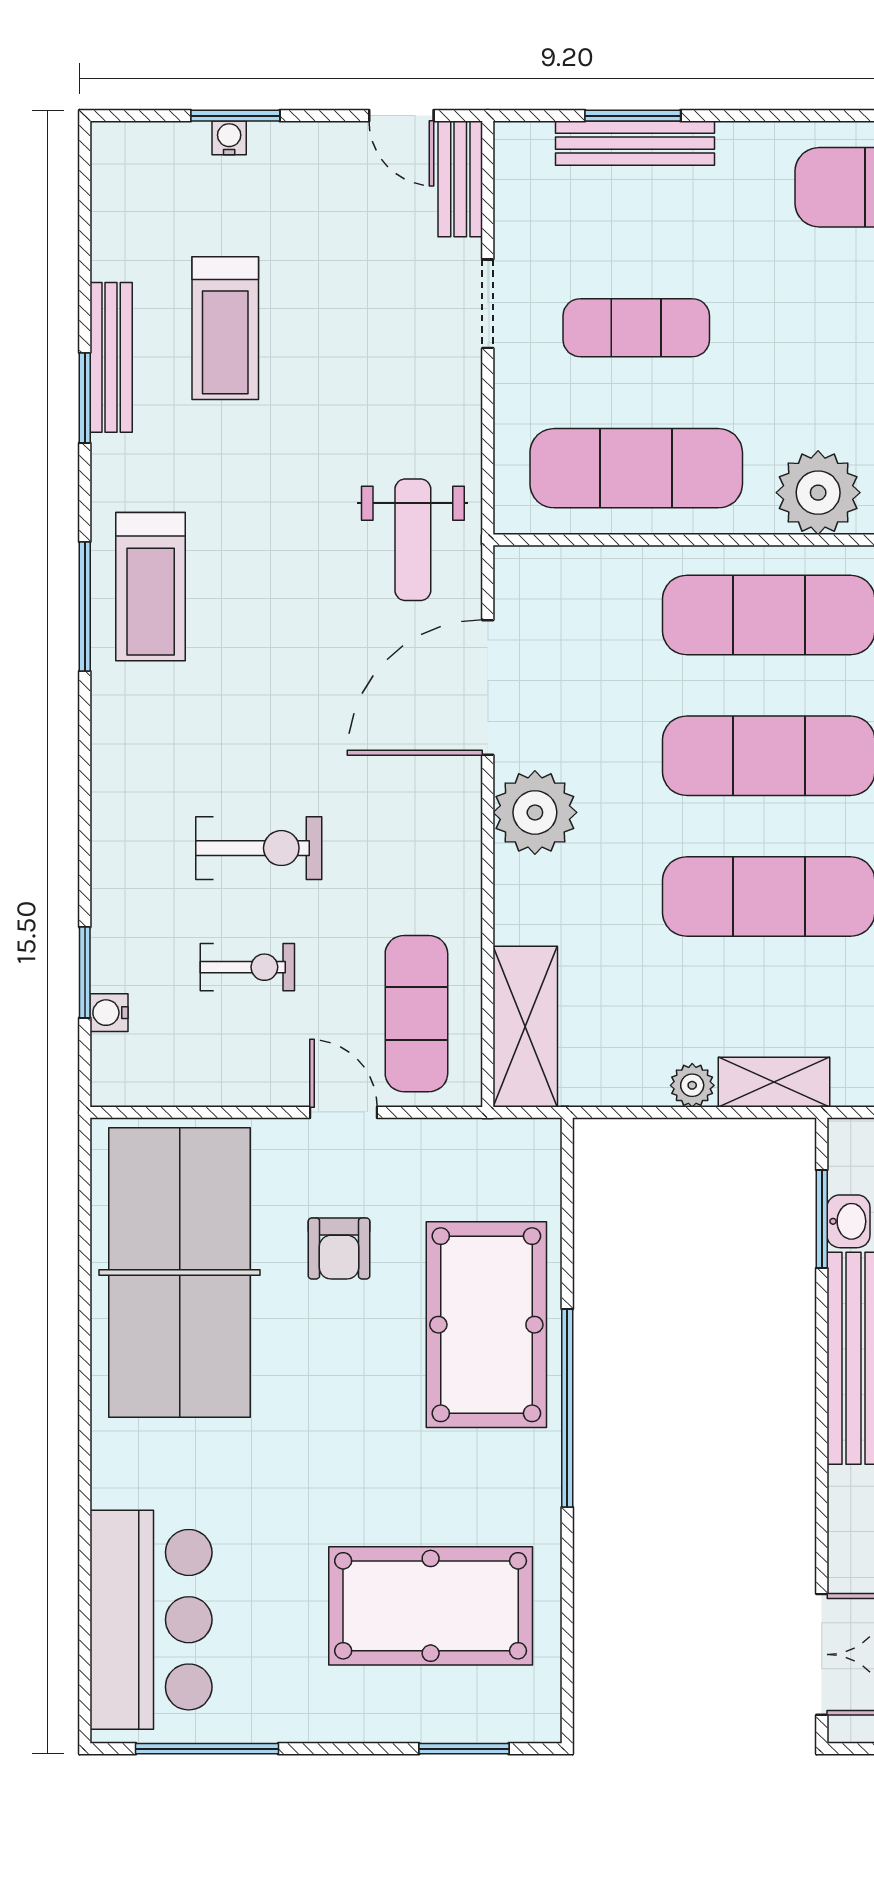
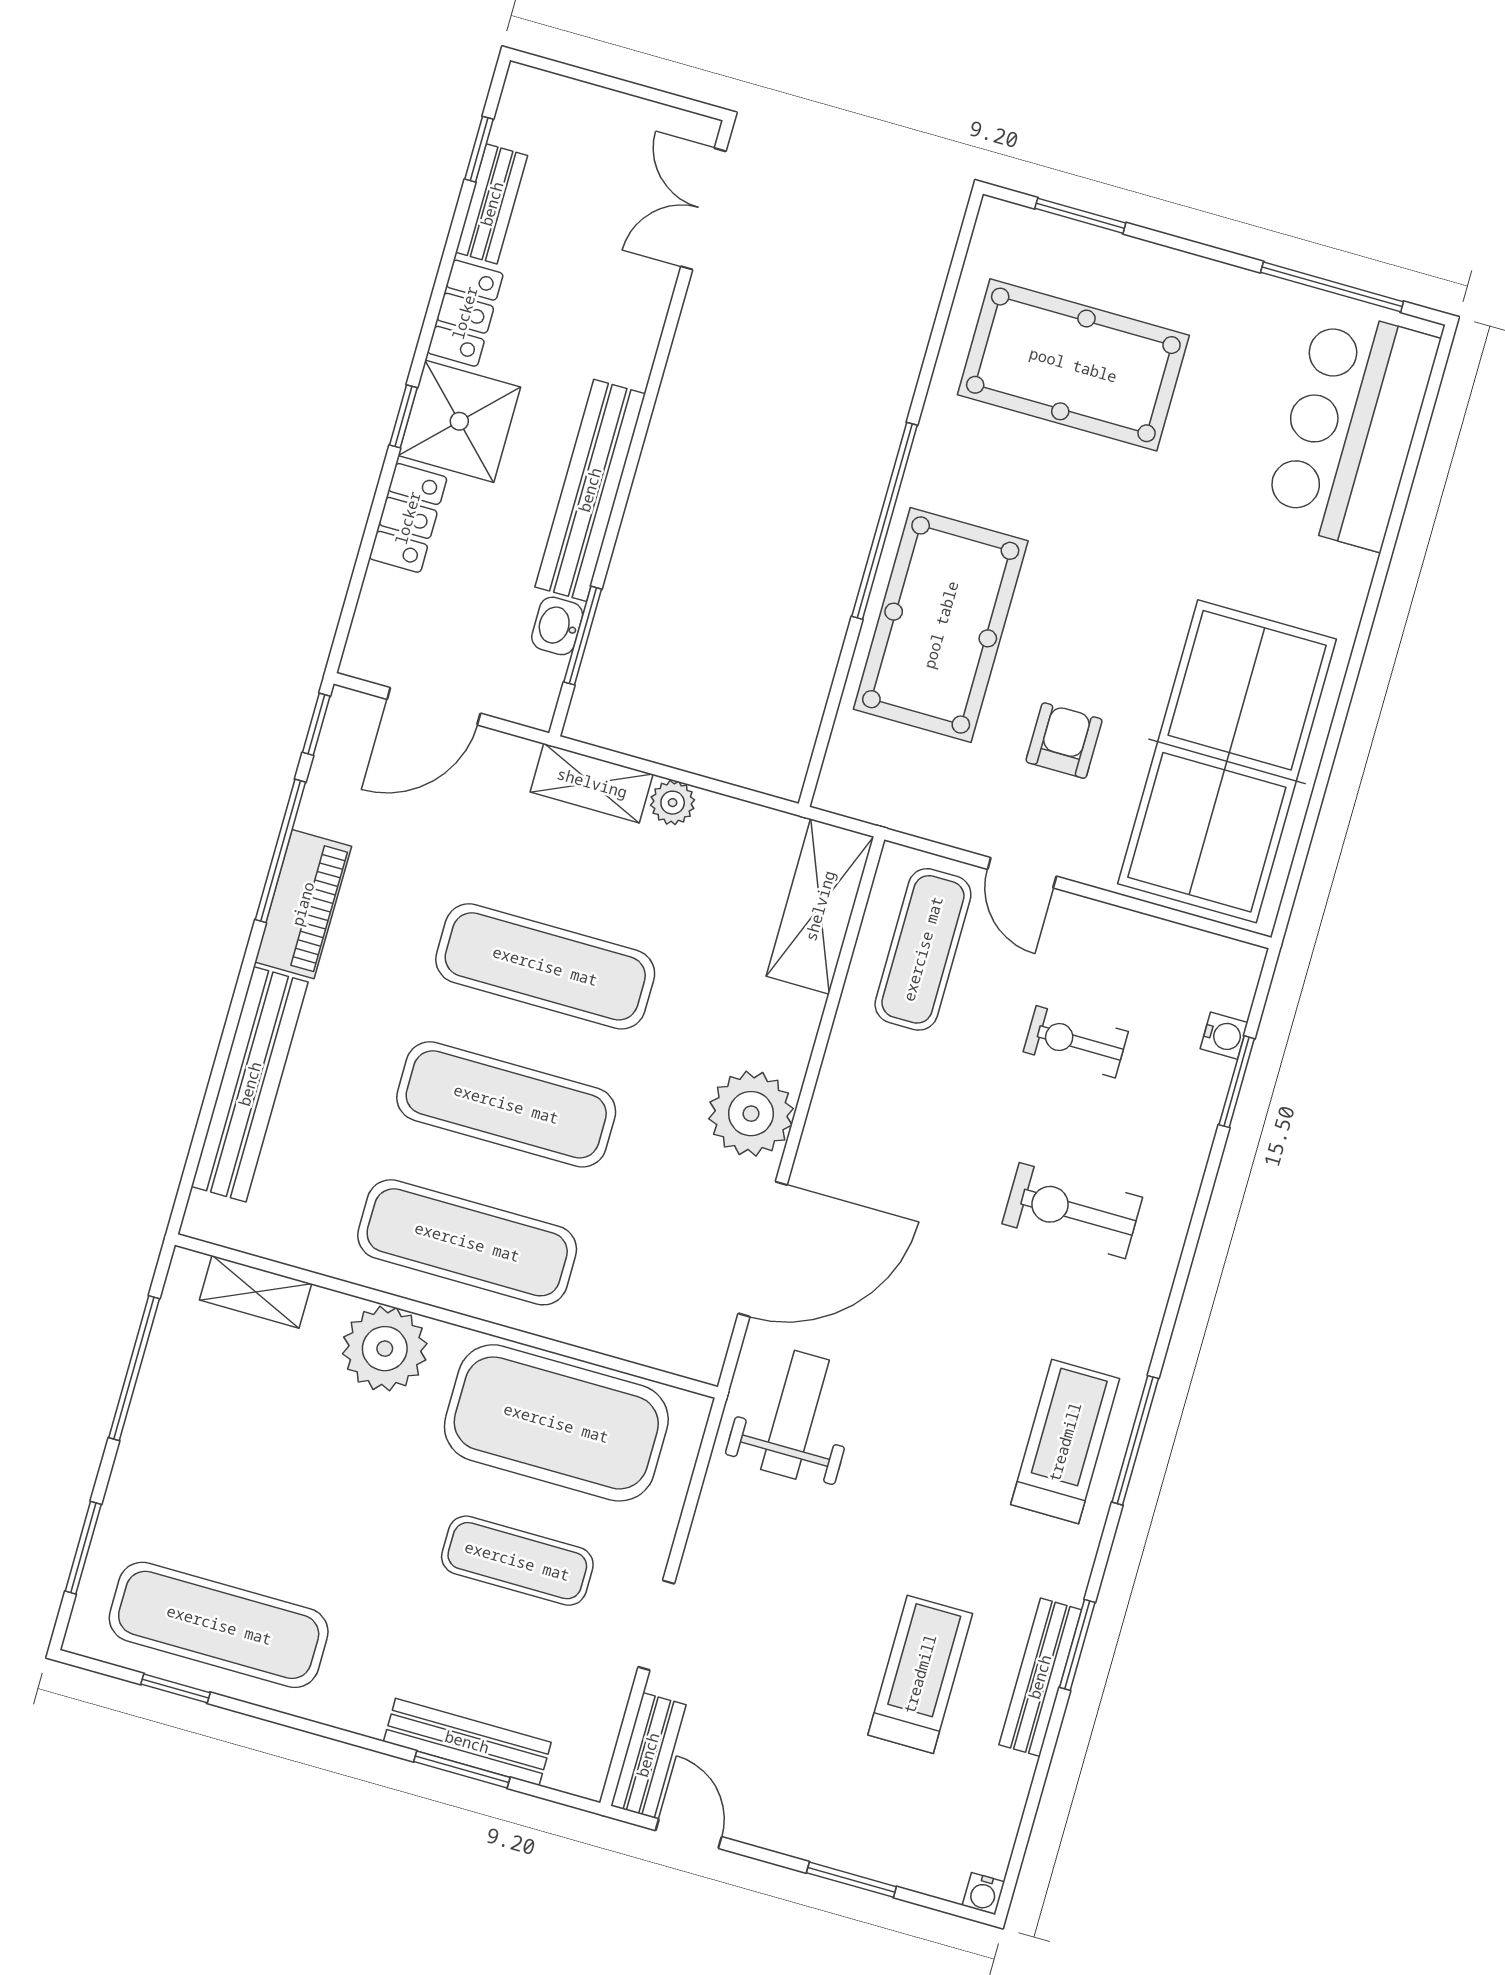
water cooler: (229, 138) -> (983, 1894), moved
exercise mat: (636, 468) -> (556, 1423), width x1.47
exercise bike: (259, 848) -> (1072, 1211), moved

